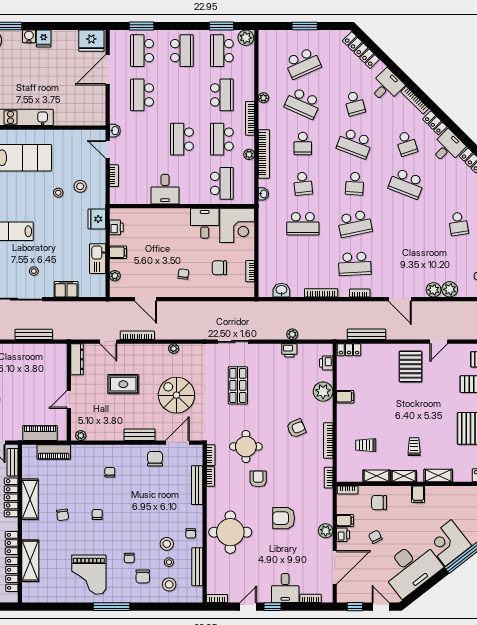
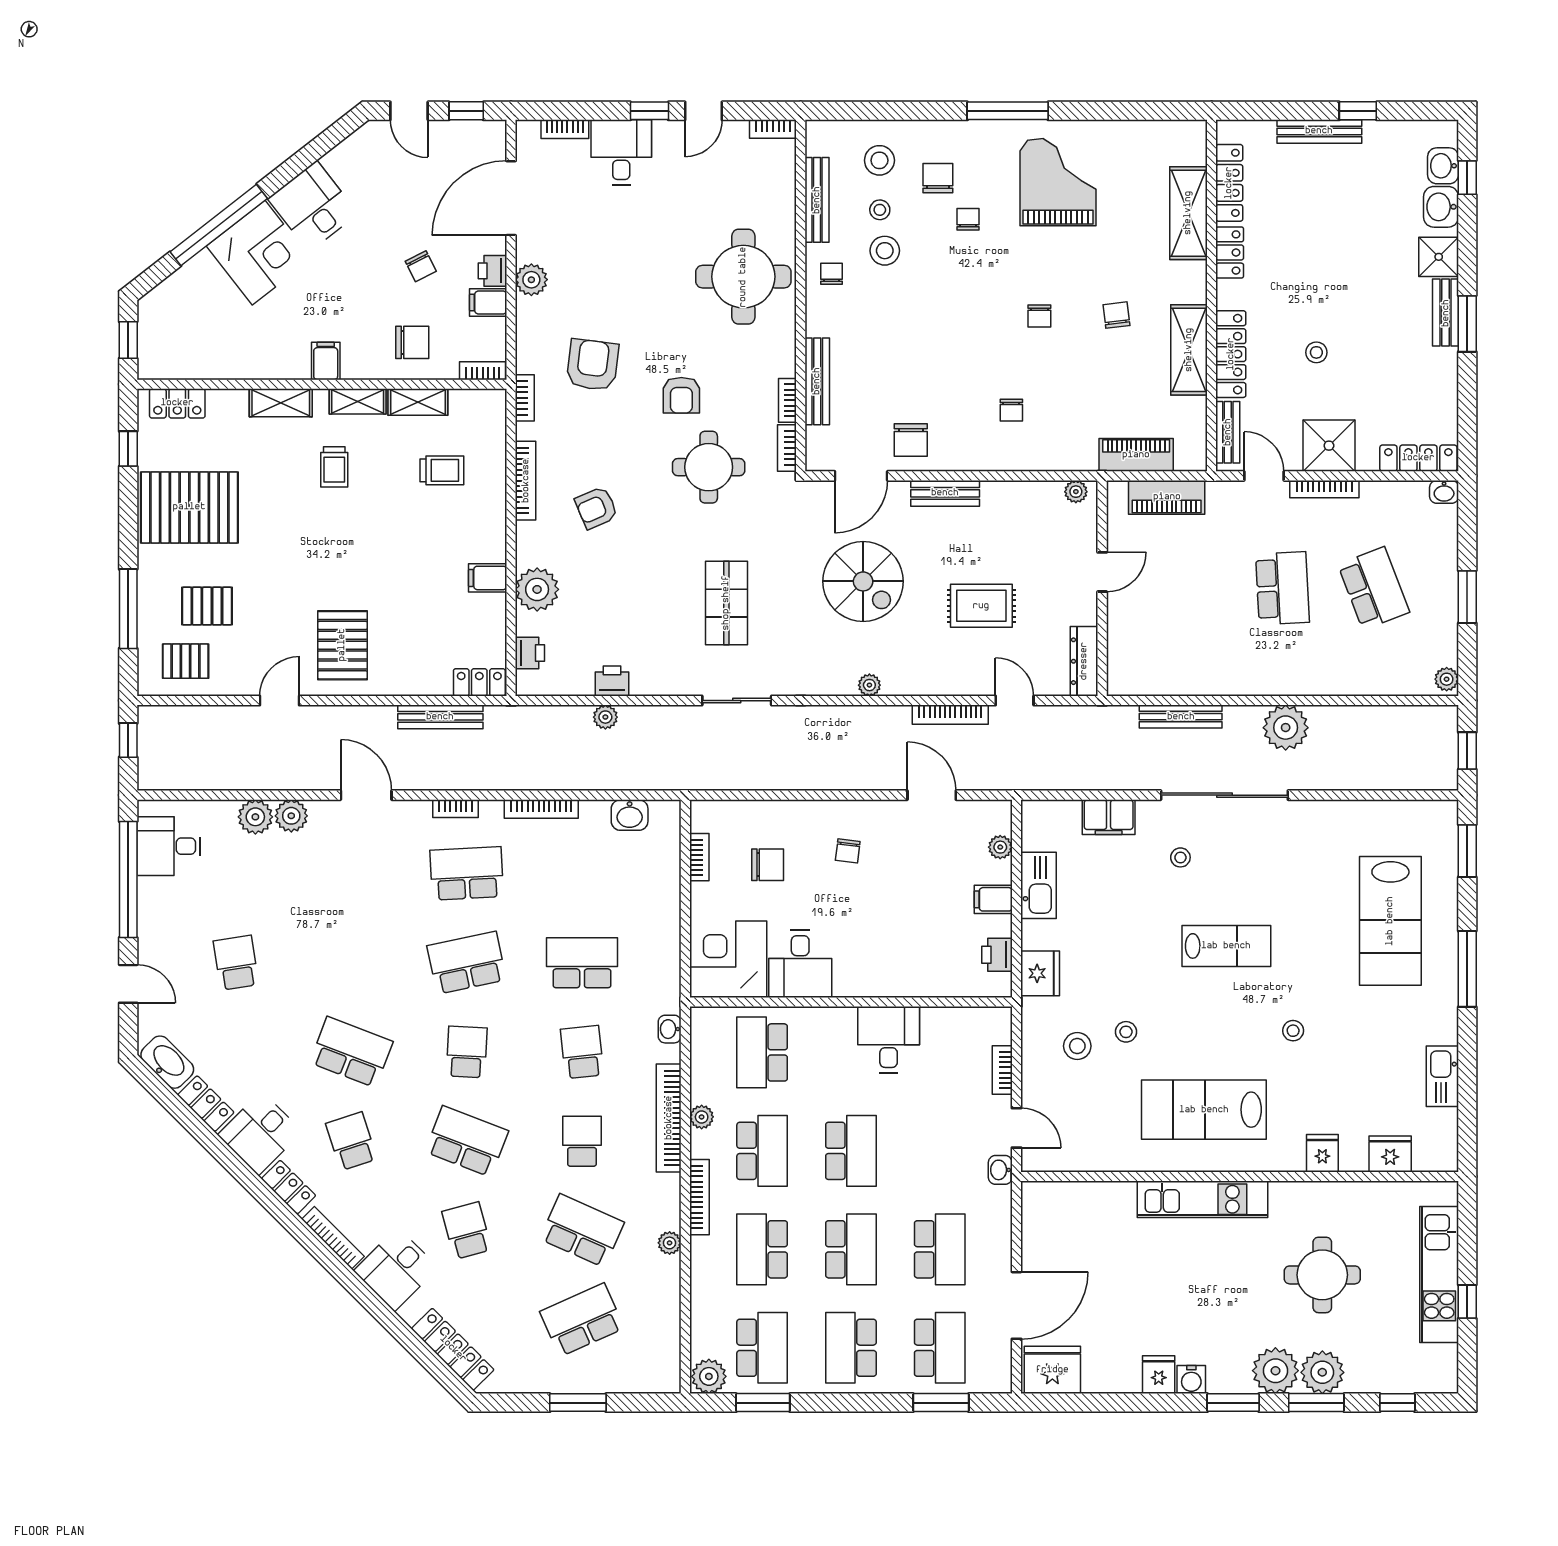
school desk: (182, 95) -> (851, 1249), added
armchair: (284, 518) -> (592, 365), moved, turned -83
desk: (411, 568) -> (313, 206), width x0.53, depth x0.77

